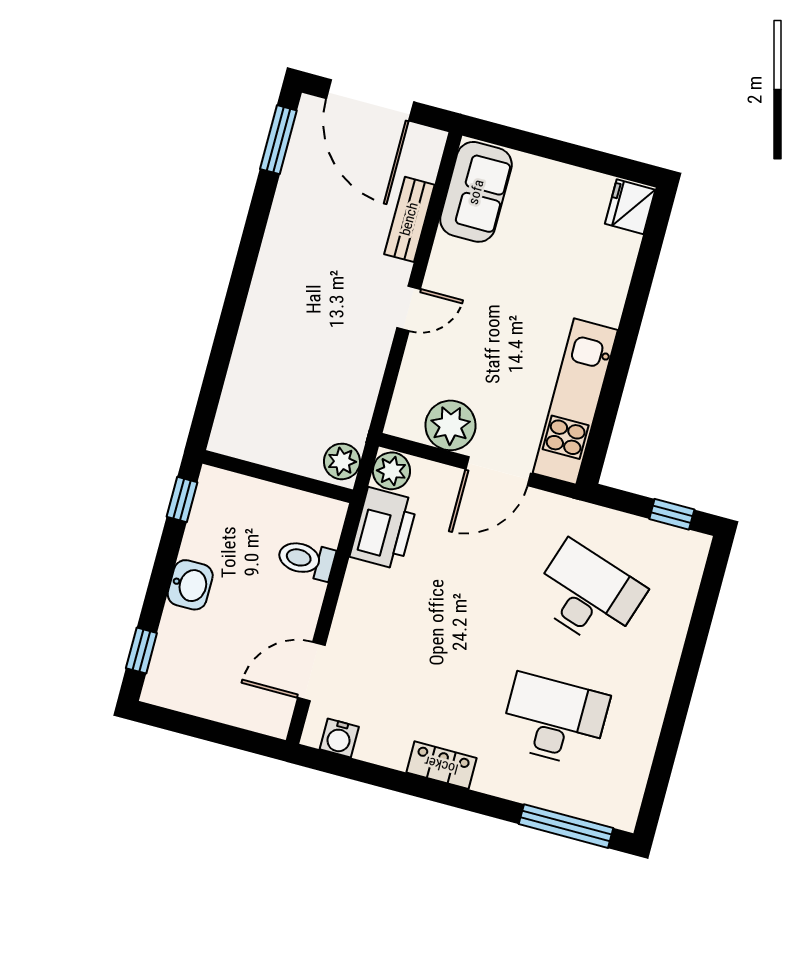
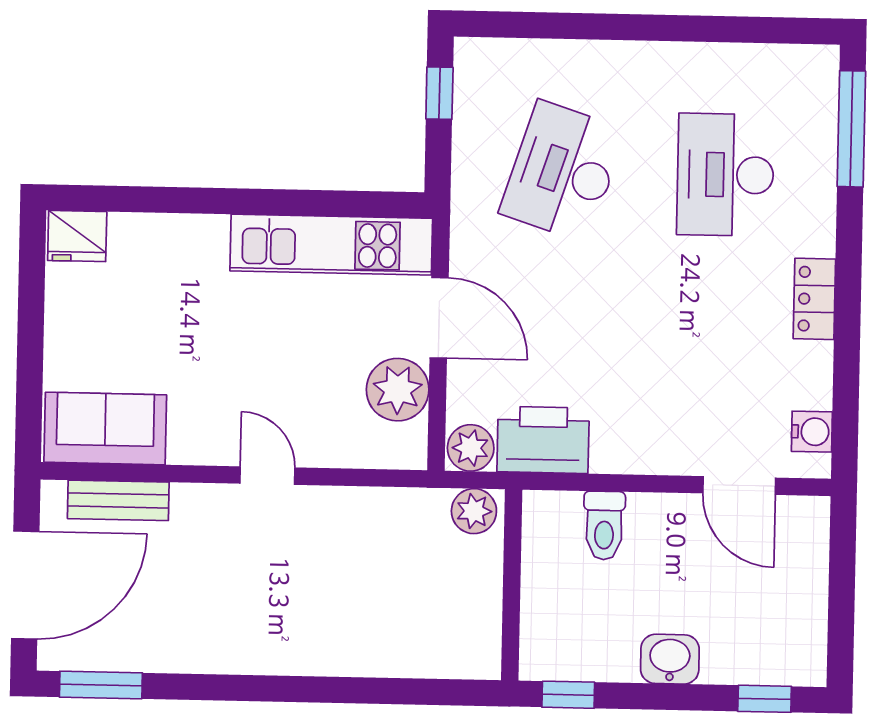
bench: (409, 219) -> (118, 500), moved

